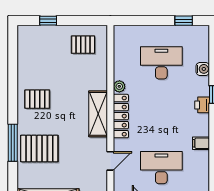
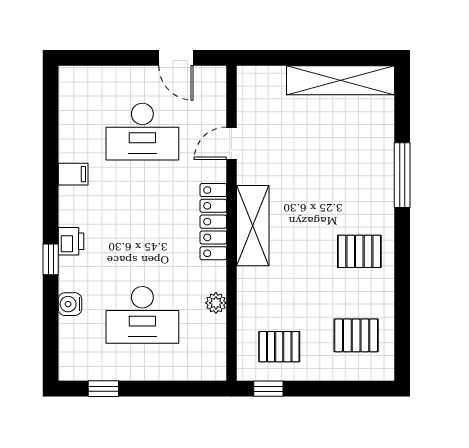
window: (48, 21) -> (268, 389), moved
plant: (119, 86) -> (216, 303), moved
pallet: (39, 149) -> (356, 335), moved, width x0.67, depth x0.71

